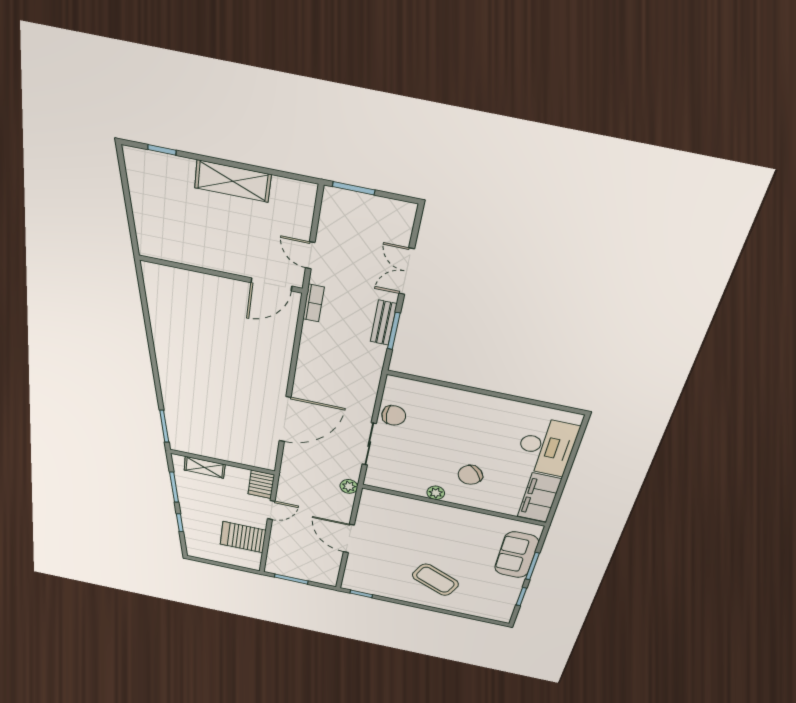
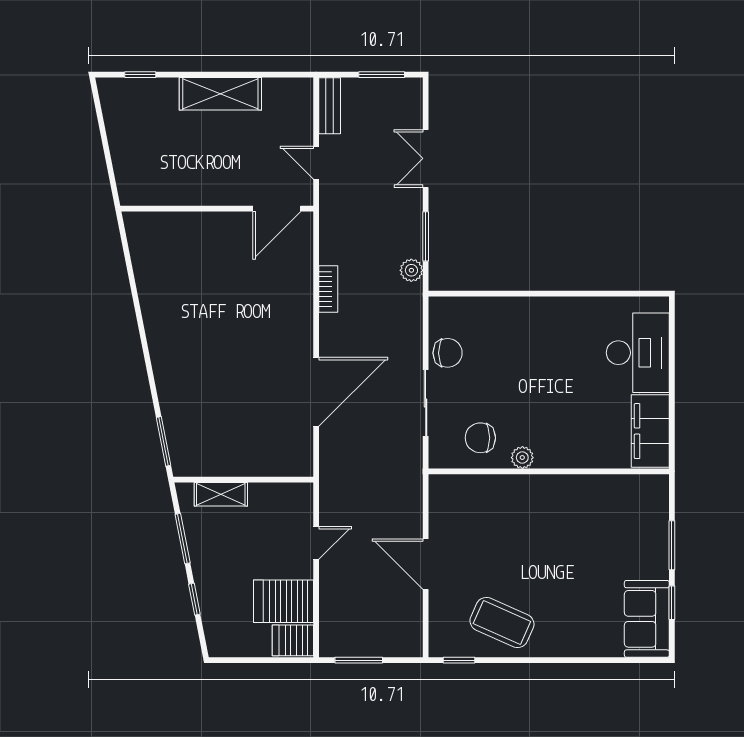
window: (354, 188) -> (382, 75), moved
bookcase: (313, 303) -> (328, 289), moved
bench: (384, 323) -> (330, 106), moved
chair: (470, 475) -> (480, 438), moved, turned 42
server rack: (261, 484) -> (293, 640), moved, turned 90
plant: (349, 486) -> (411, 270), moved
sofa: (516, 555) -> (647, 619), moved
coffee table: (435, 580) -> (502, 623), moved

